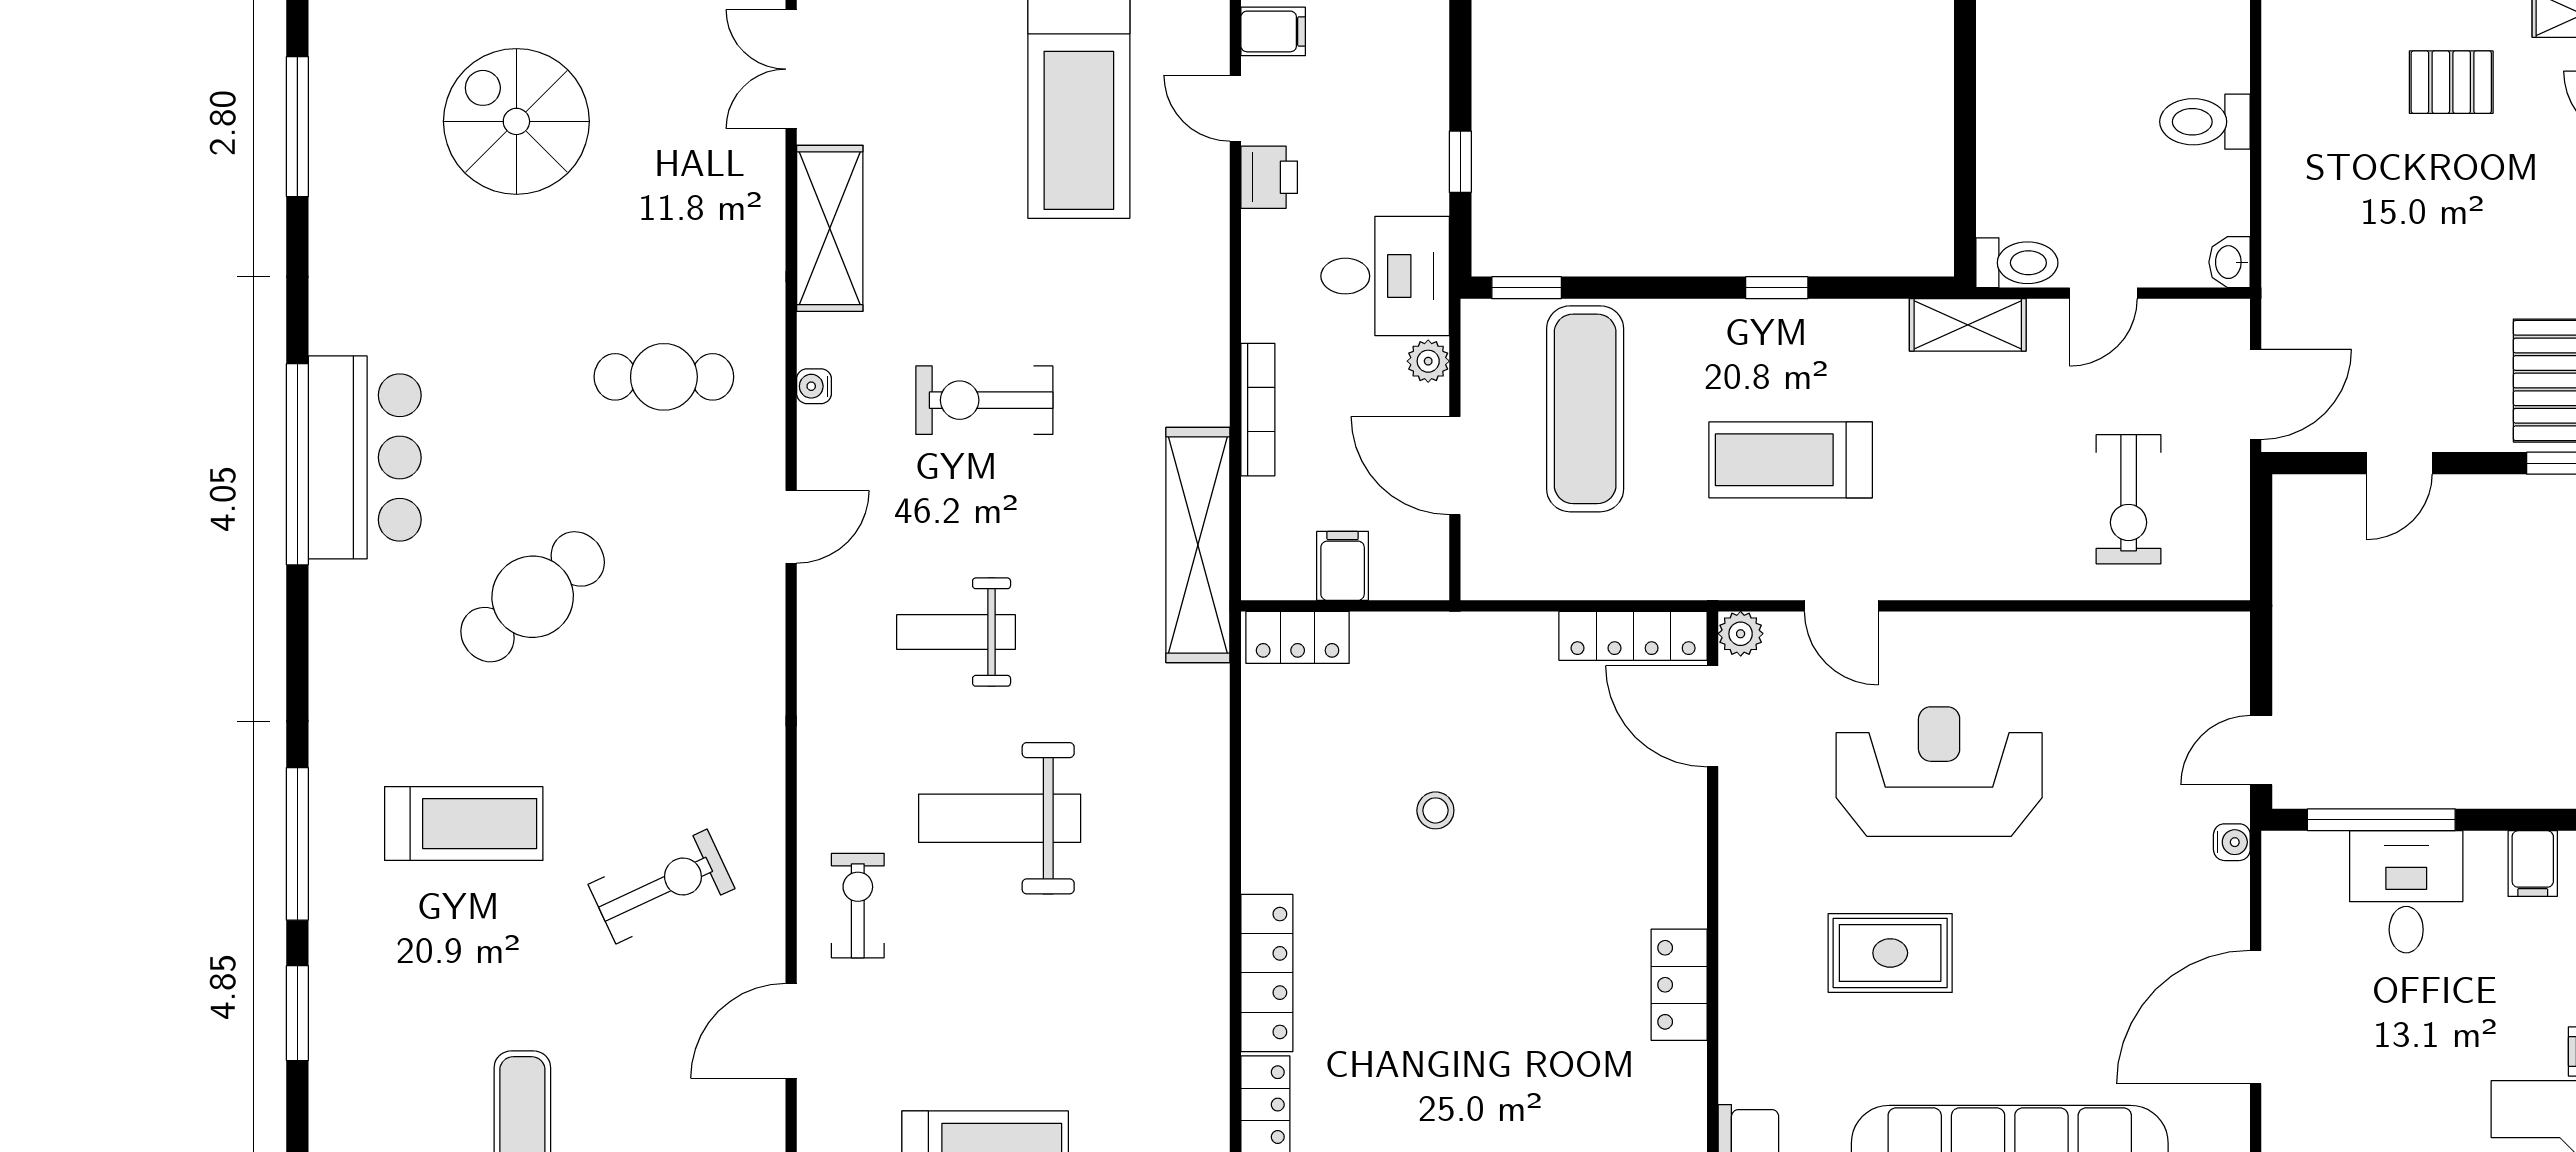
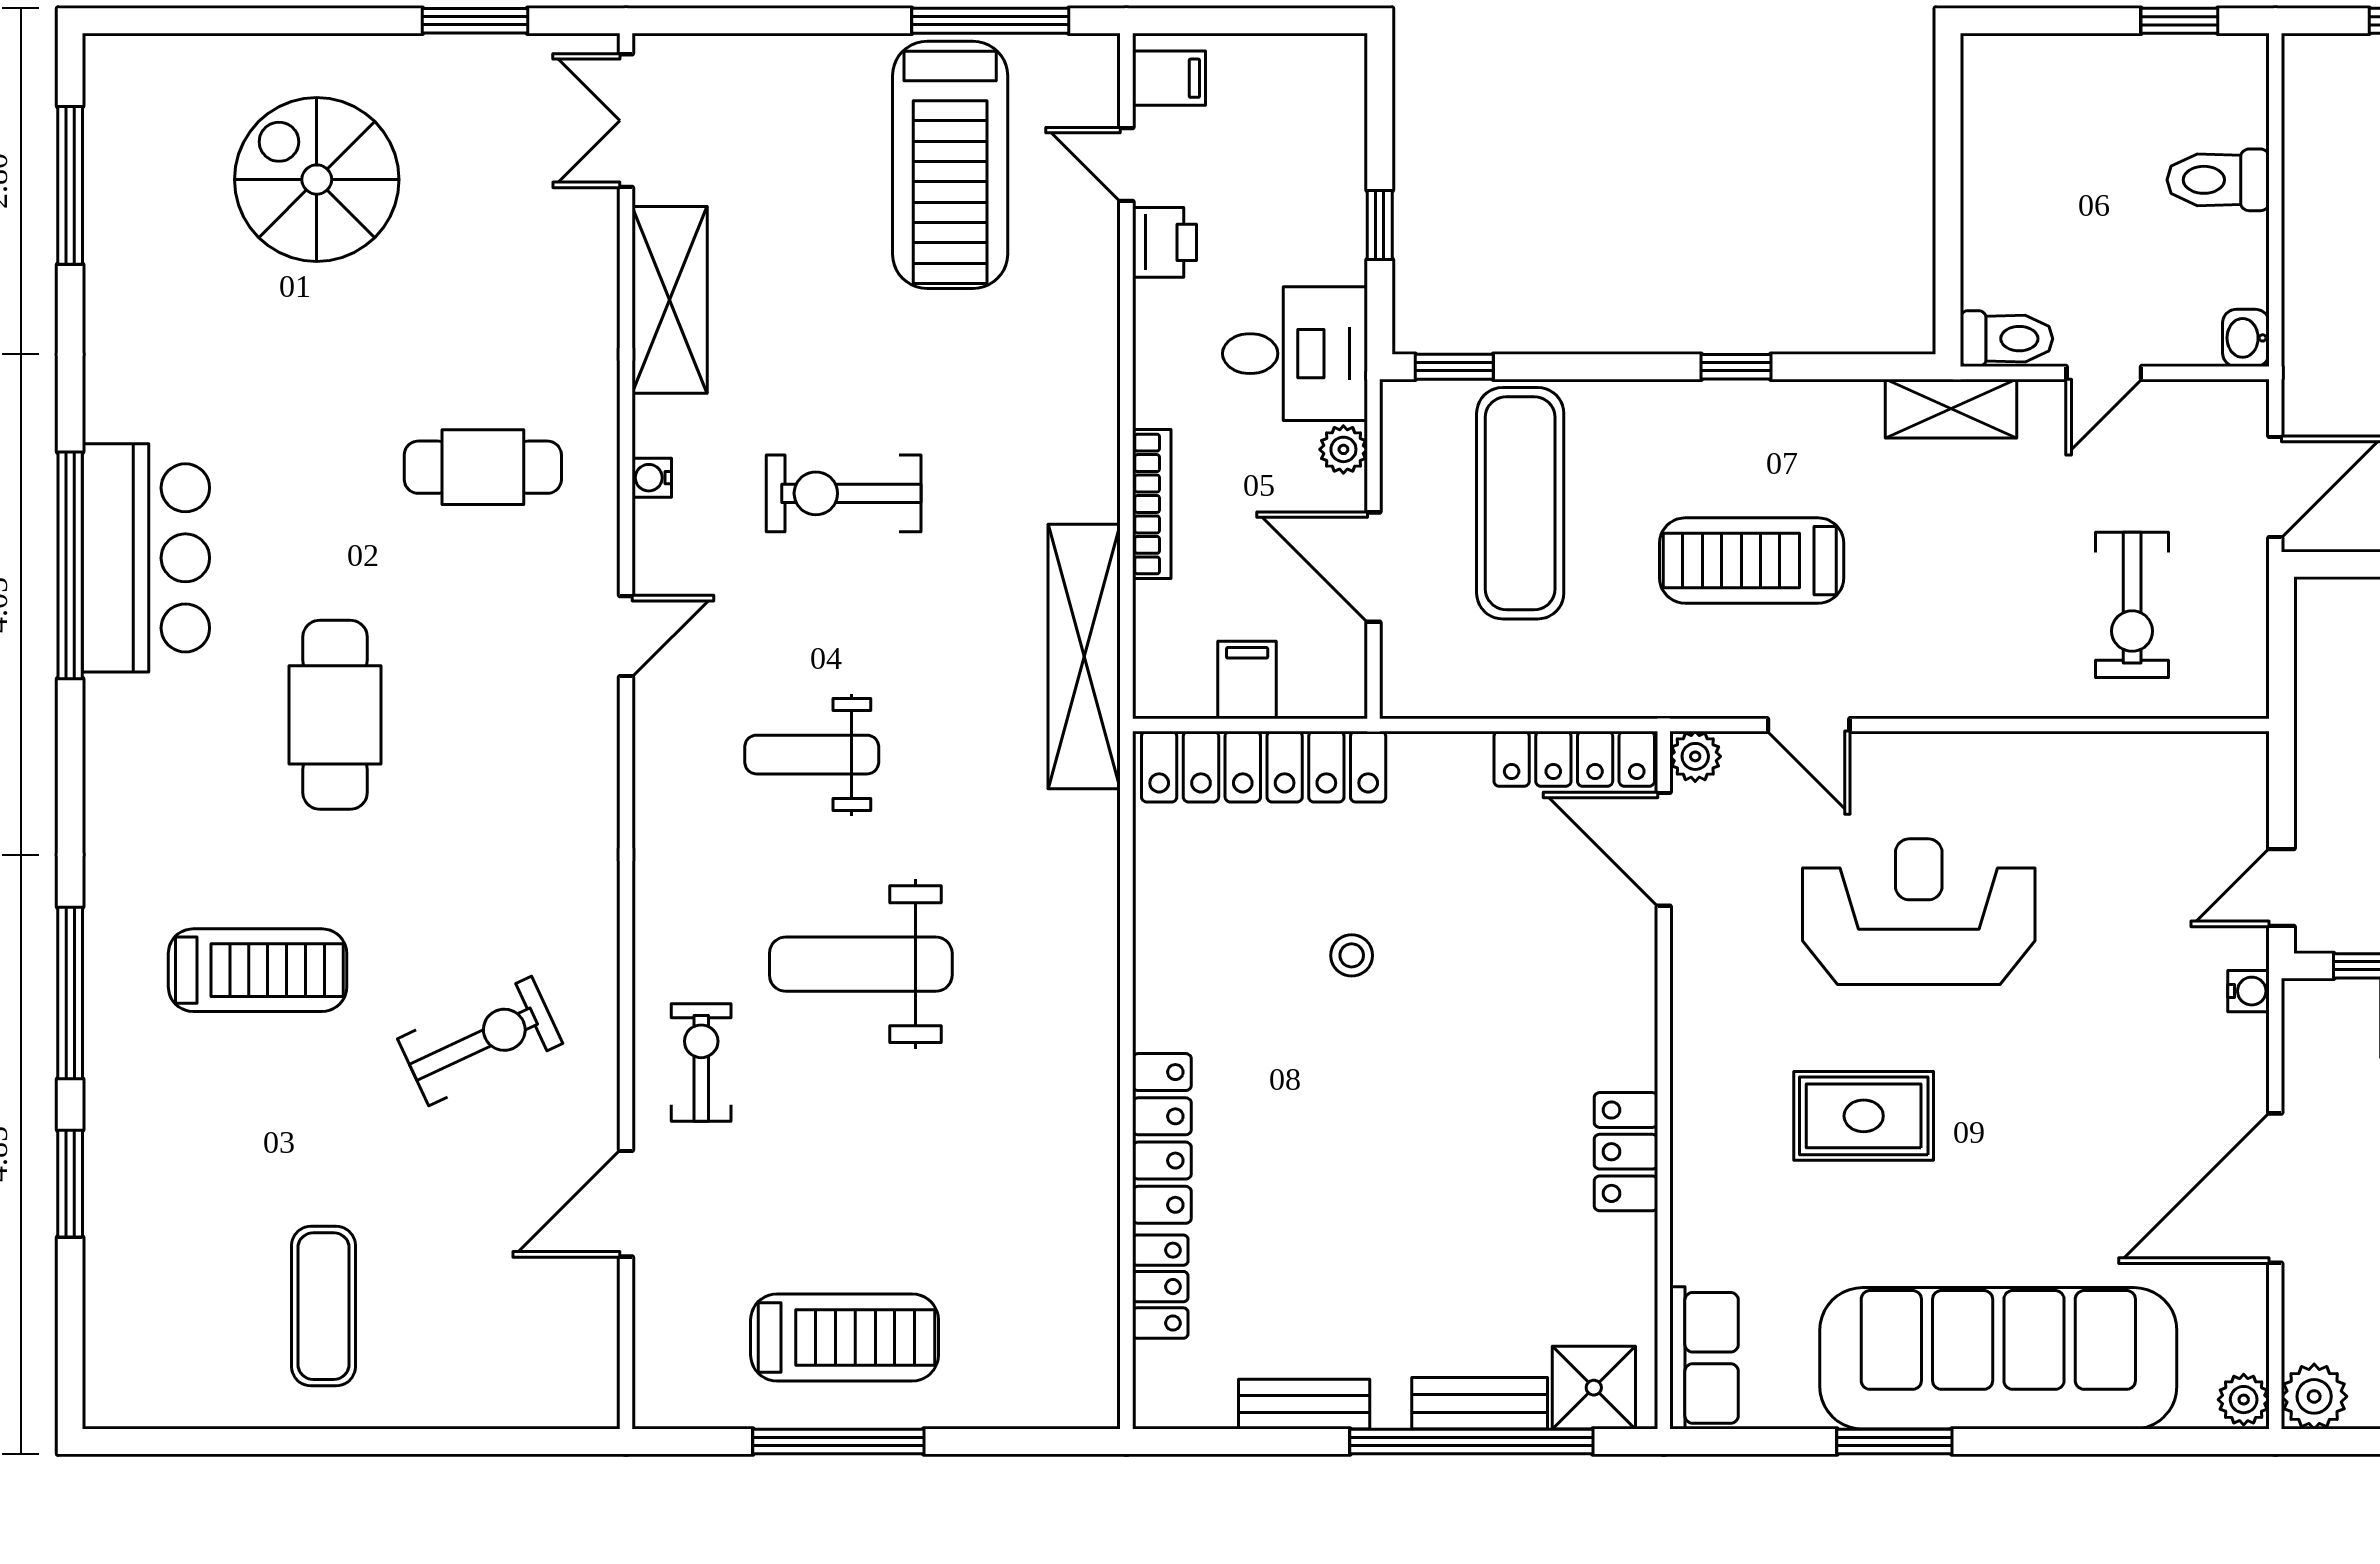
cafe table: (533, 597) -> (335, 715), turned -50
locker: (1298, 637) -> (1264, 767), width x2.16, depth x1.21

